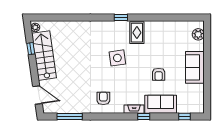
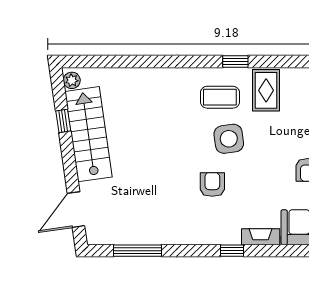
coffee table: (113, 36) -> (220, 97), added
door: (37, 95) -> (76, 210), swing flipped
armchair: (103, 98) -> (212, 184), moved
window: (144, 116) -> (232, 251), moved

